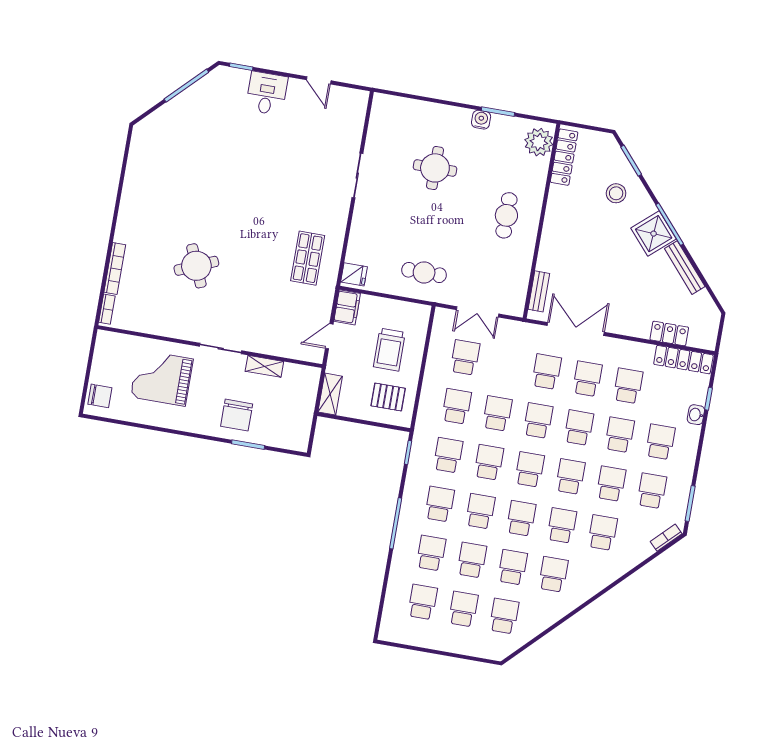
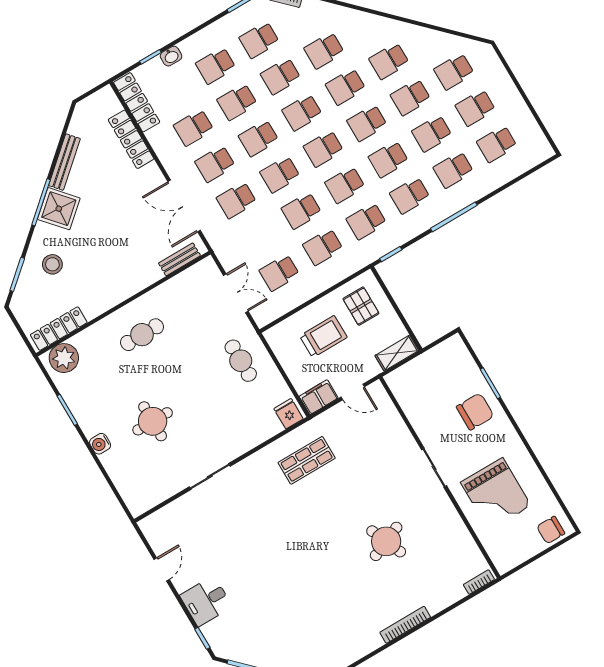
water cooler: (481, 120) -> (100, 444), moved
bookcase: (115, 268) -> (405, 625), moved
locker: (669, 334) -> (131, 139), width x1.53
shelving: (264, 366) -> (419, 422), removed
chair: (100, 396) -> (551, 530), turned -90

